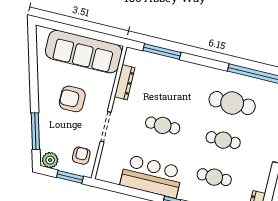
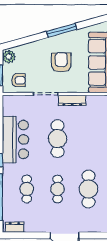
dresser: (125, 82) -> (72, 100), moved
cafe table: (163, 125) -> (58, 139), width x1.37, depth x1.35
window: (35, 131) -> (62, 30), moved

